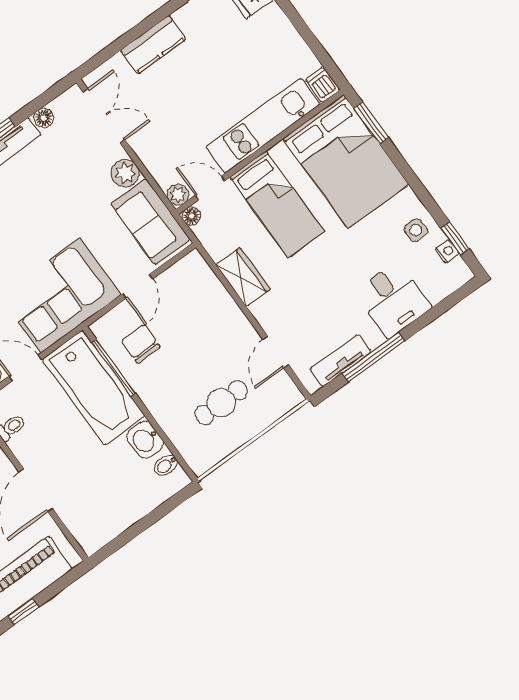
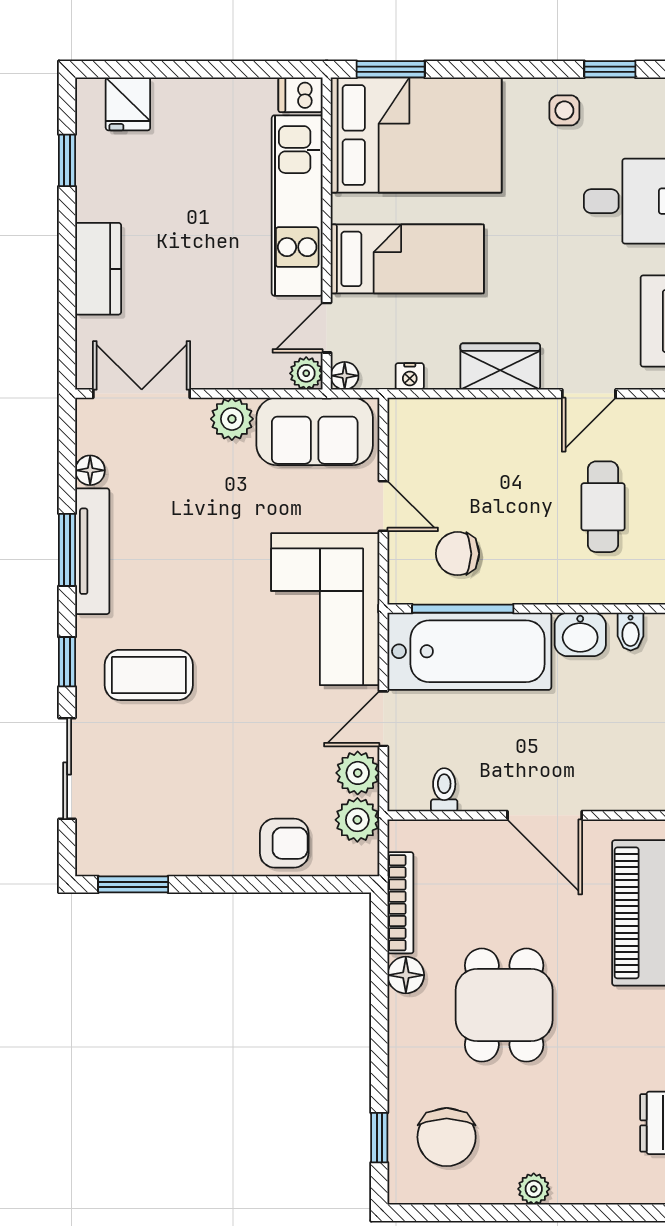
nightstand: (447, 251) -> (410, 376), moved, turned 180
wardrobe: (243, 277) -> (500, 367), moved
door: (276, 352) -> (589, 394), hinge flipped

